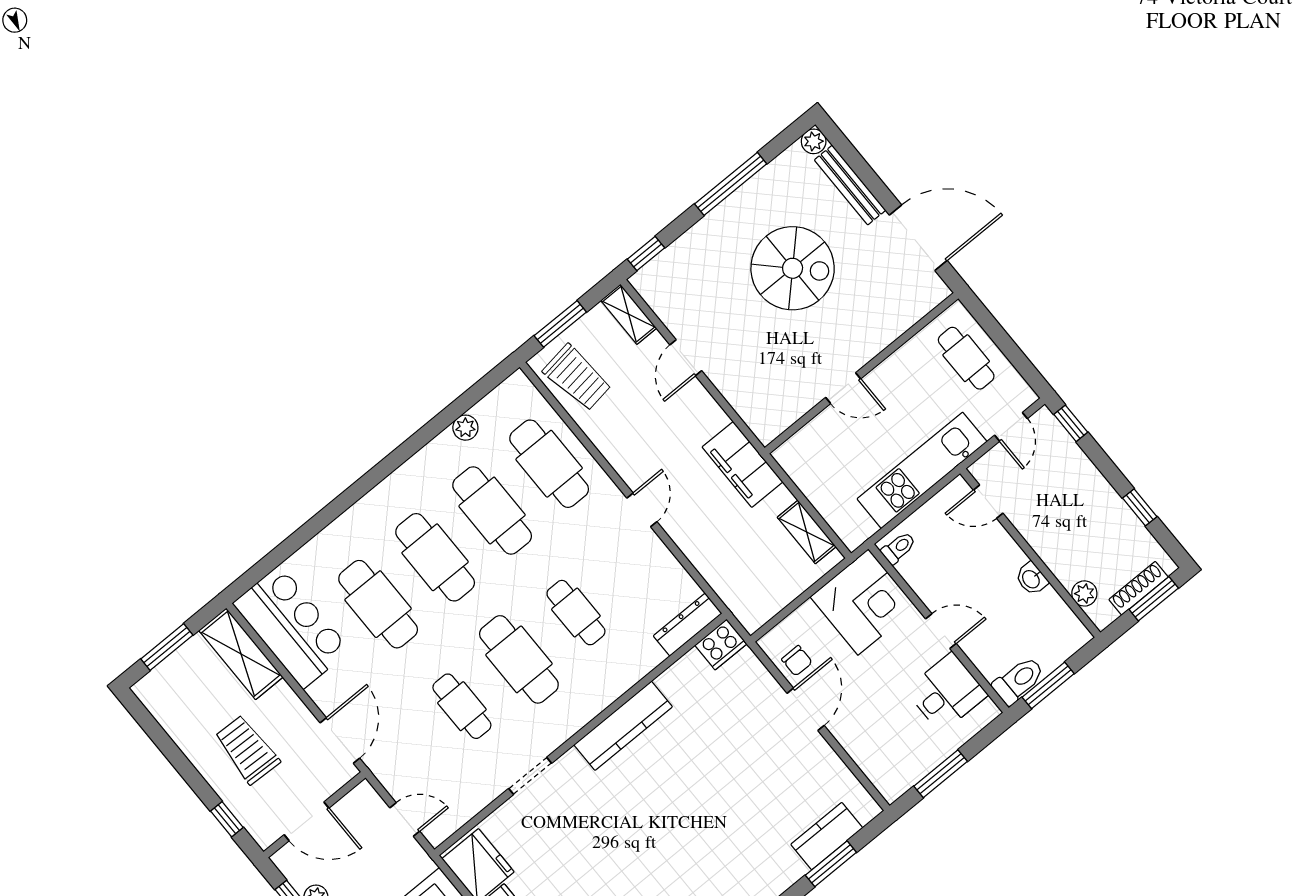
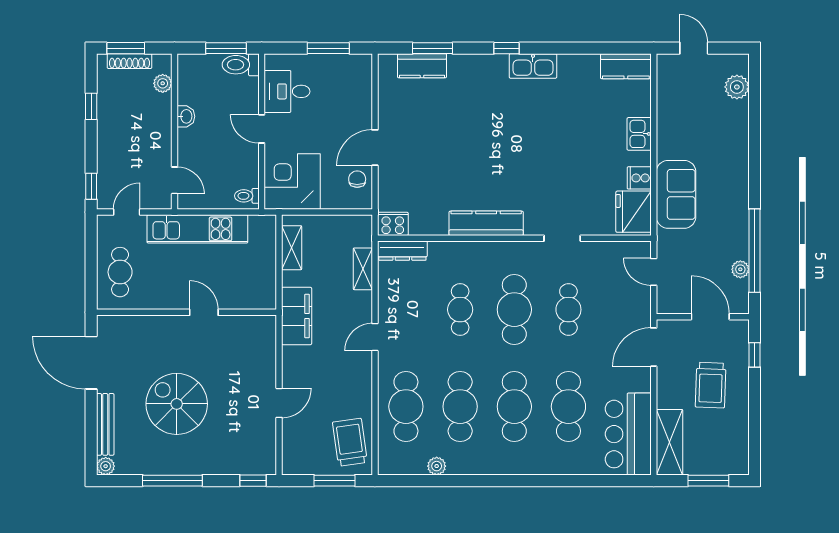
shelving: (629, 314) -> (363, 269), moved

